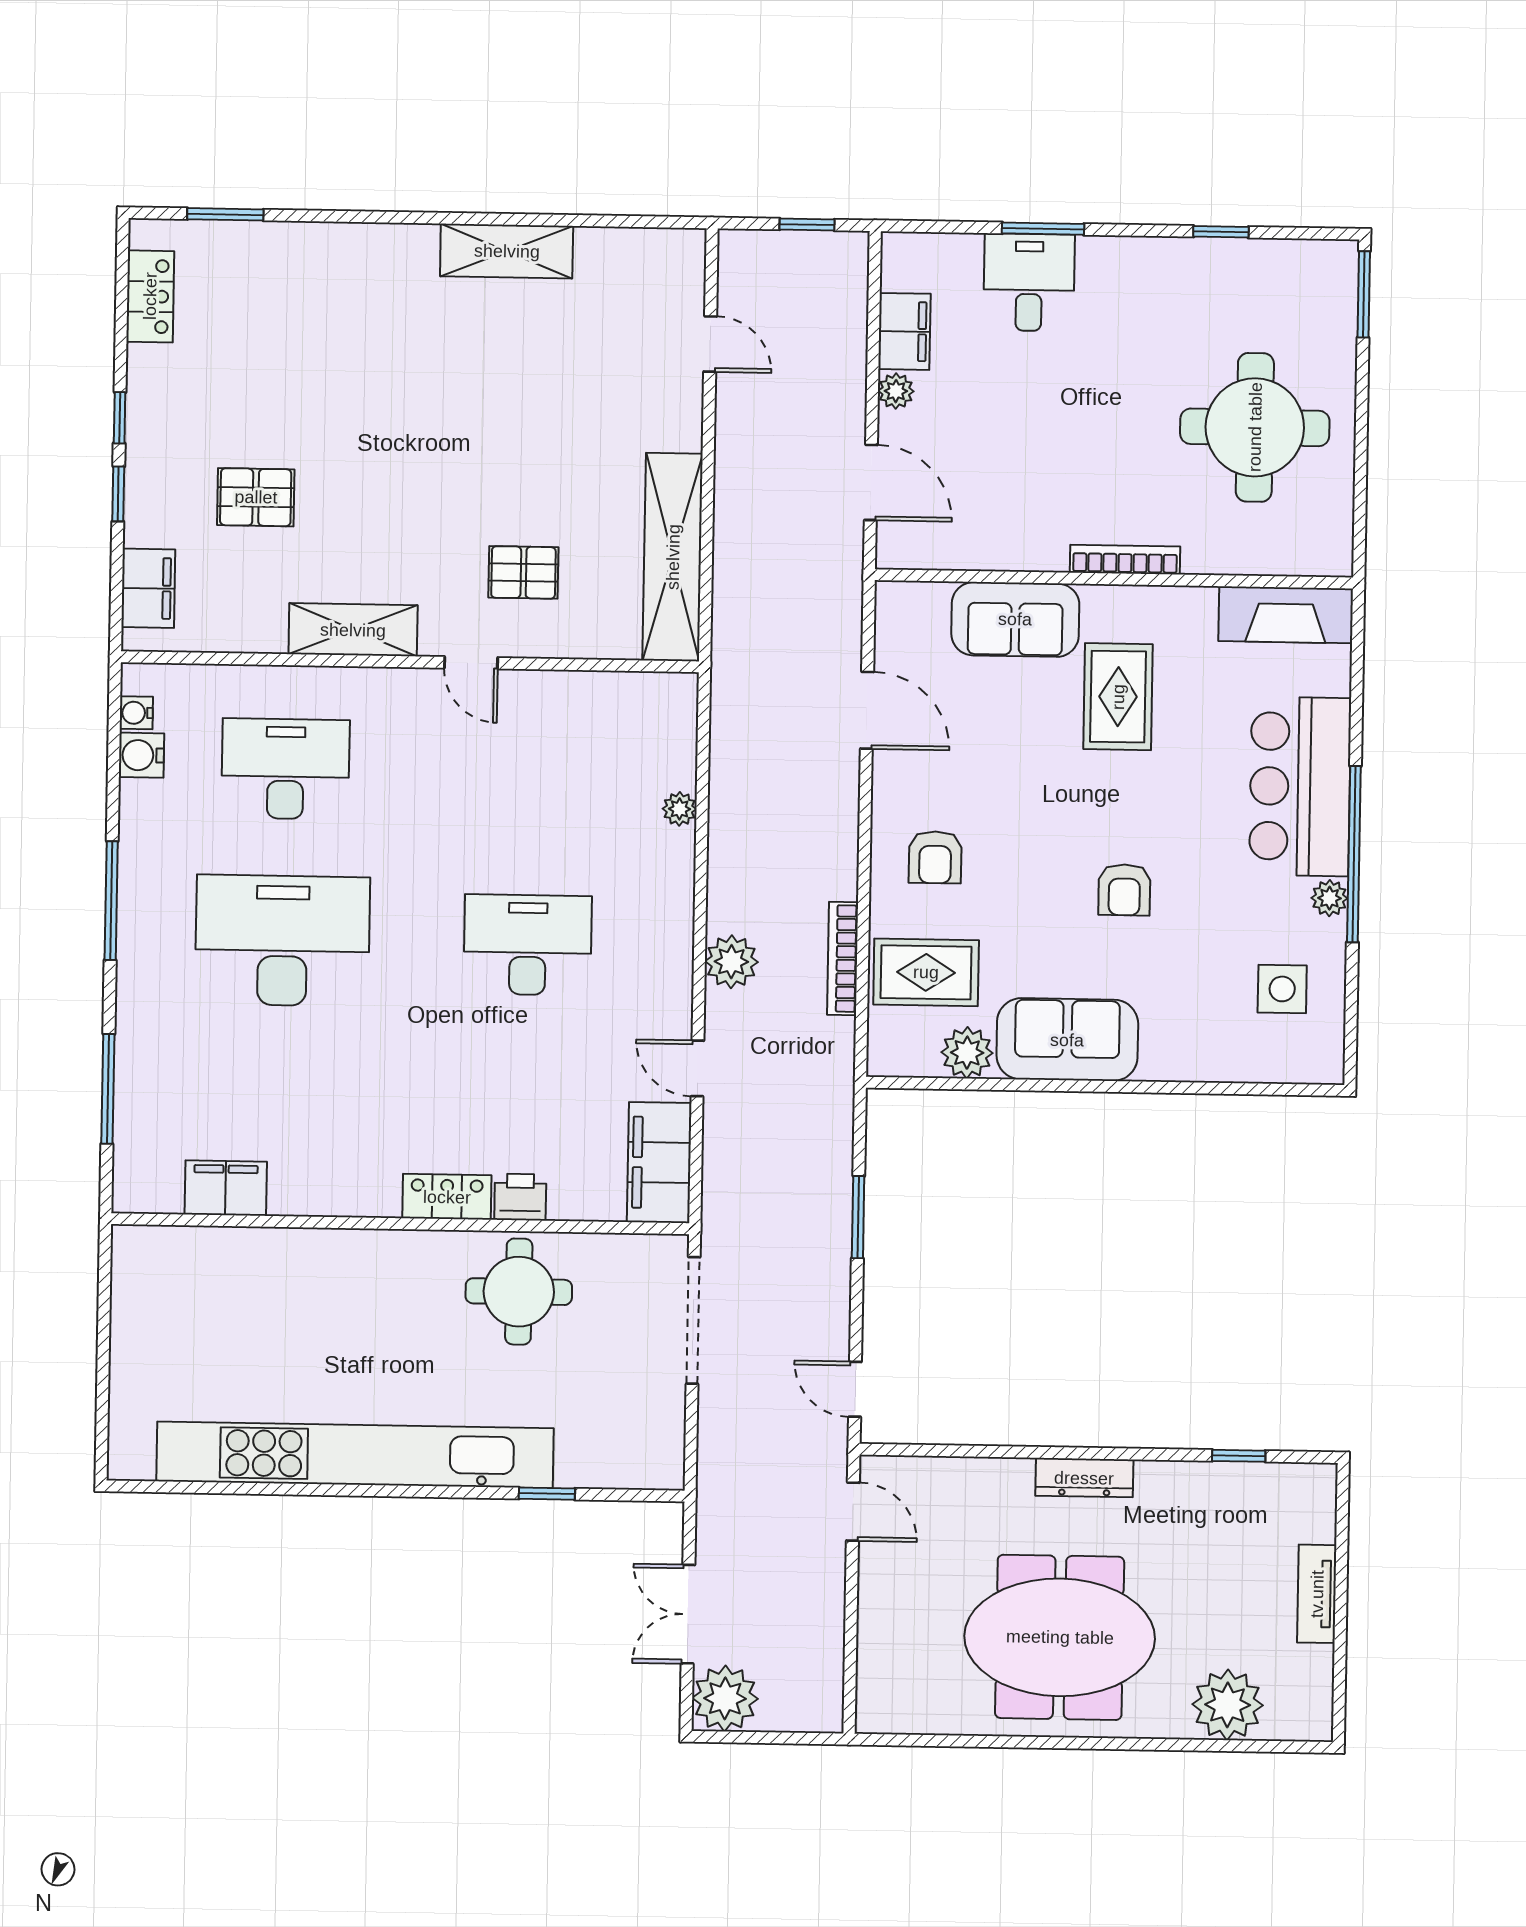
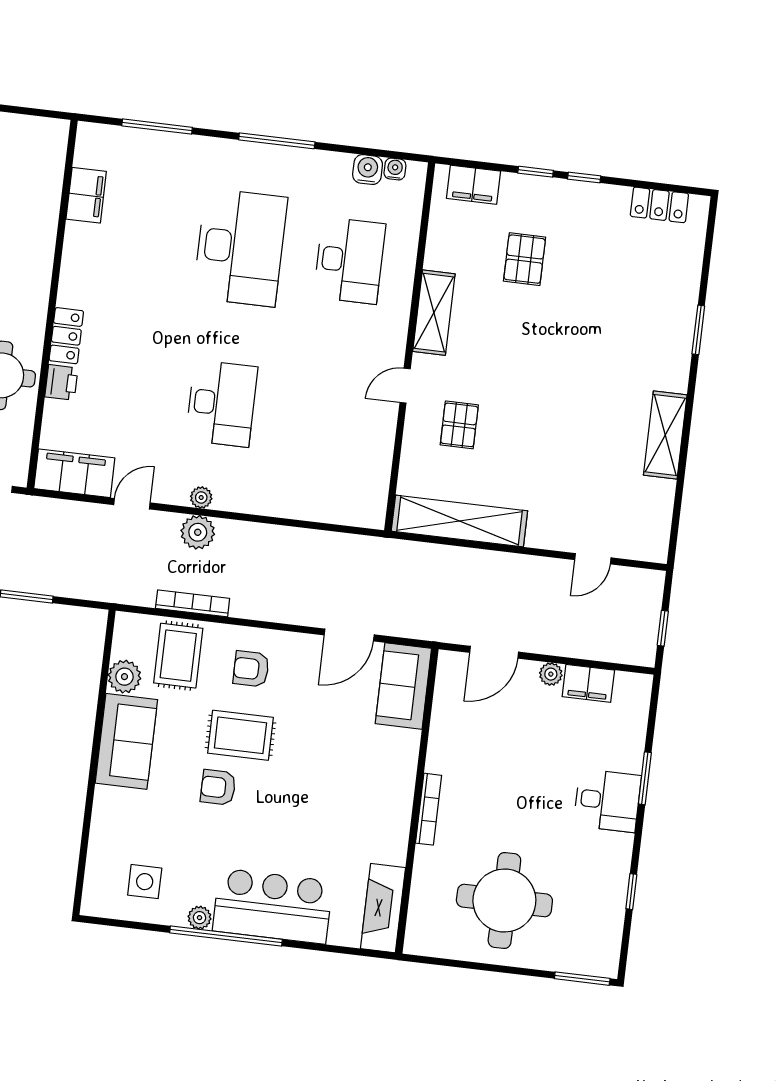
window: (225, 214) -> (698, 330), moved
desk: (1029, 282) -> (607, 801), moved
sofa: (1015, 619) -> (403, 686), moved
rug: (1118, 697) -> (240, 735), moved
plant: (680, 809) -> (201, 497), moved

